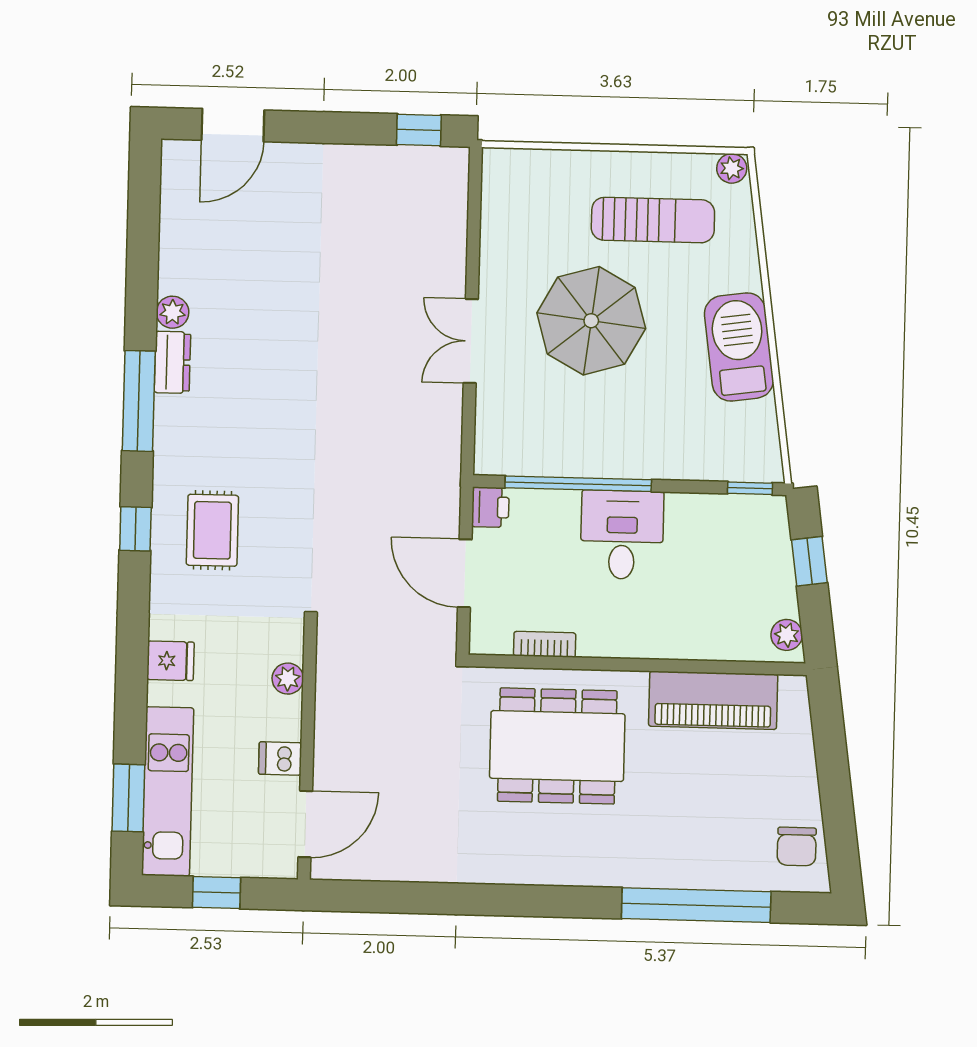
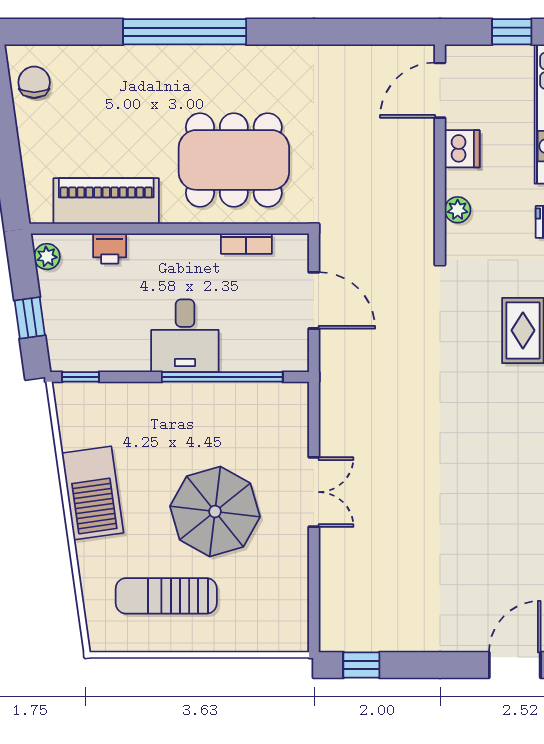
plant: (732, 168) -> (102, 640), removed
printer: (490, 507) -> (110, 248), moved, turned -90
dishwasher: (280, 758) -> (462, 149), width x1.38
window: (696, 905) -> (185, 32), moved

